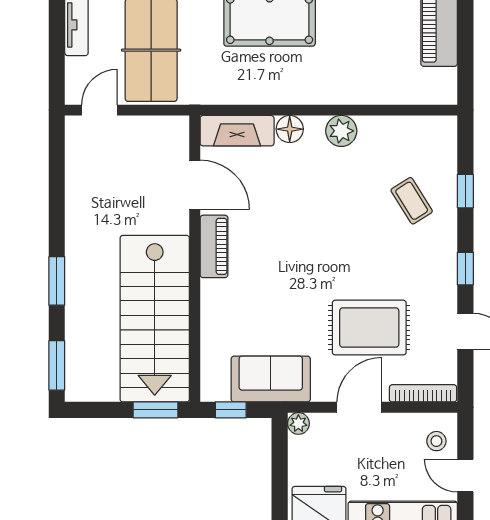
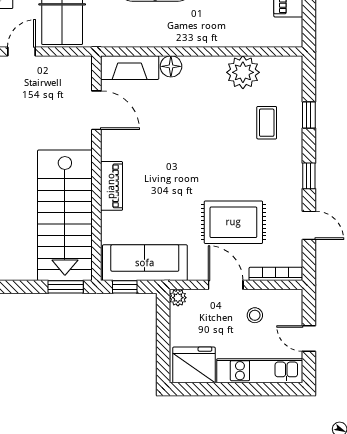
plant: (341, 131) -> (243, 72), moved, width x1.36, depth x1.36
coffee table: (412, 201) -> (267, 123), turned 32
piano: (214, 246) -> (111, 186), moved
sofa: (271, 379) -> (145, 263), width x1.36
door: (359, 407) -> (226, 285), hinge flipped
stool: (436, 441) -> (255, 315), moved

